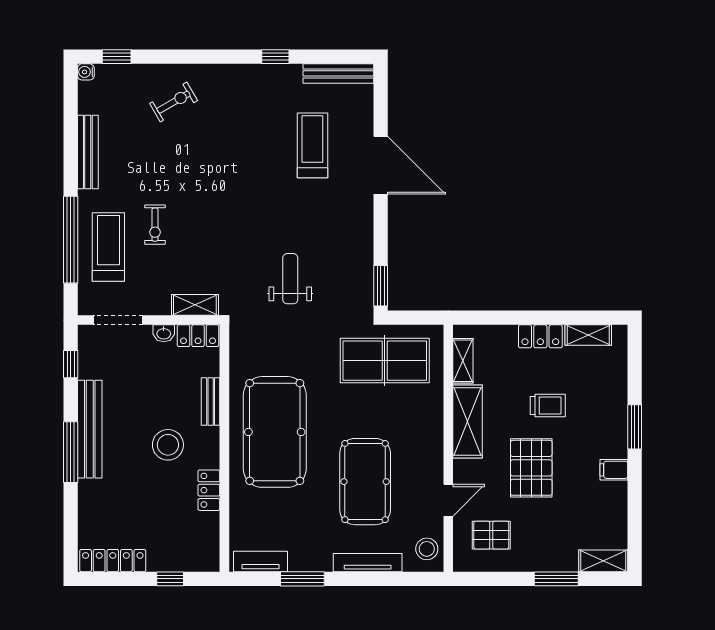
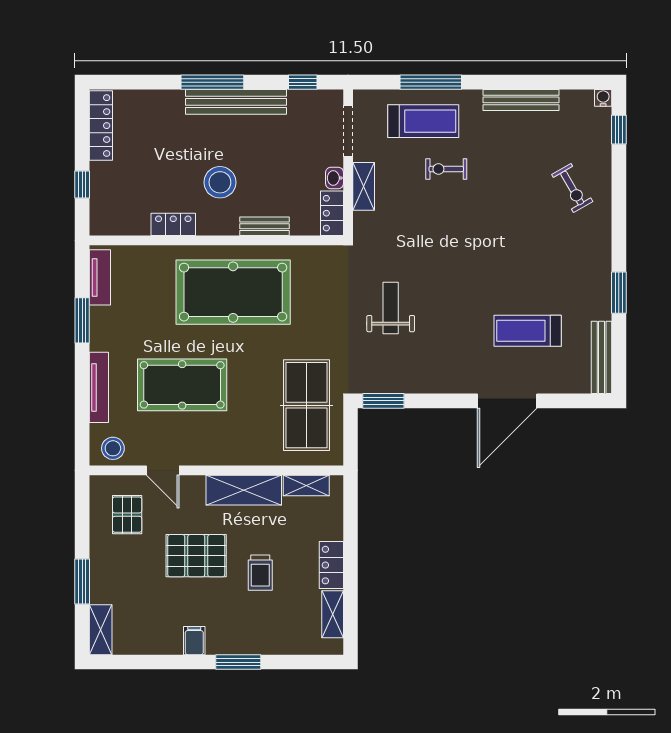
window: (275, 57) -> (619, 293), width x1.50
treadmill: (312, 145) -> (528, 331), turned 180
window: (71, 240) -> (431, 82), width x0.68
weight bench: (290, 279) -> (391, 308), turned -90
shelving: (195, 305) -> (364, 186), moved

